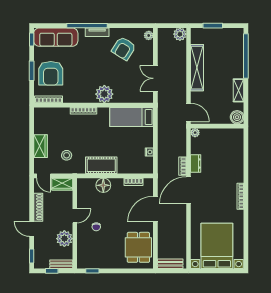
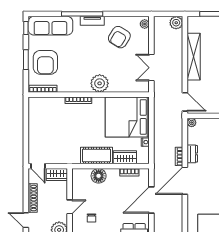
bed: (132, 117) -> (127, 117), width x2.04
wardrobe: (40, 146) -> (125, 157), moved, turned -90
stool: (67, 155) -> (61, 145), removed

